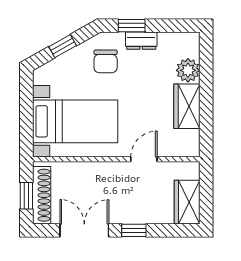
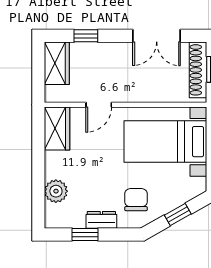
window: (132, 26) -> (85, 235), moved
wardrobe: (187, 106) -> (57, 128), moved
window: (134, 230) -> (86, 36), moved

